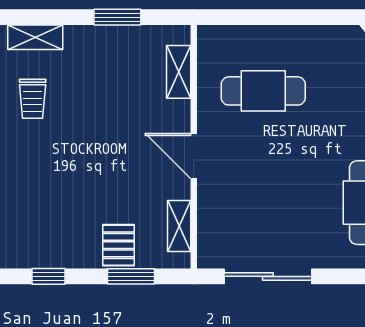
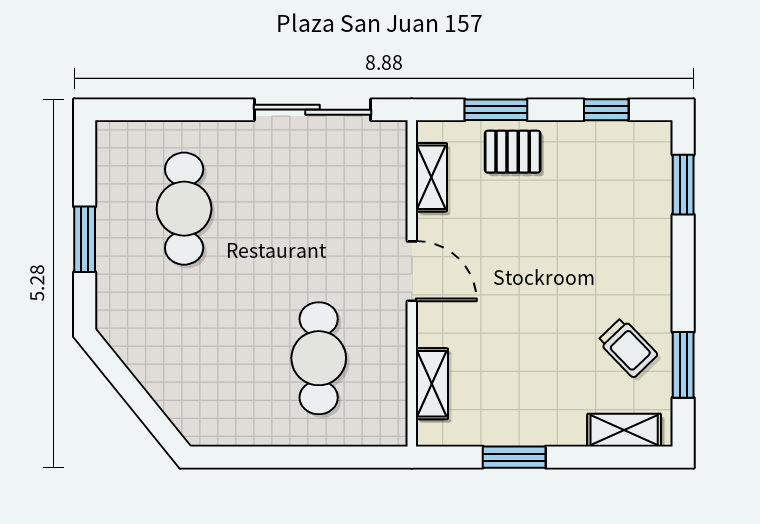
cafe table: (263, 91) -> (319, 358), turned 90
trolley: (33, 99) -> (628, 348), turned 136
pallet: (118, 245) -> (513, 152), turned 90

